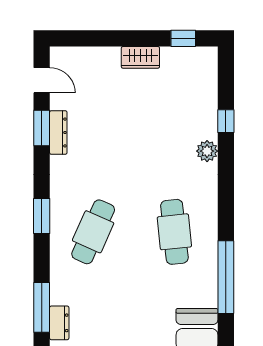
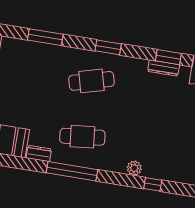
cafe table: (93, 232) -> (91, 81), turned -39
window: (226, 277) -> (72, 171), moved
dresser: (59, 323) -> (39, 153), moved, turned 180

